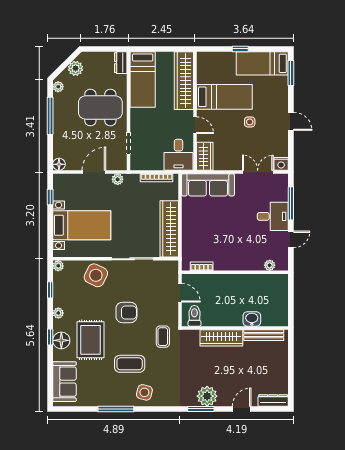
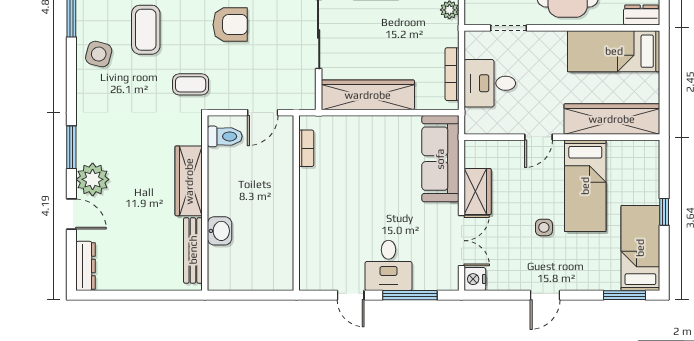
desk: (178, 155) -> (490, 83), moved
wardrobe: (205, 156) -> (478, 192), moved, turned -90
plant: (270, 265) -> (308, 260), removed
armchair: (126, 312) -> (230, 25), turned -90
plant: (207, 396) -> (93, 179), moved

